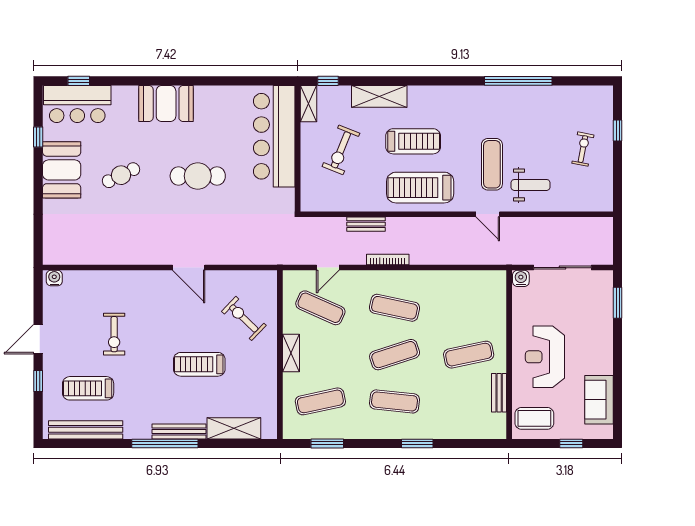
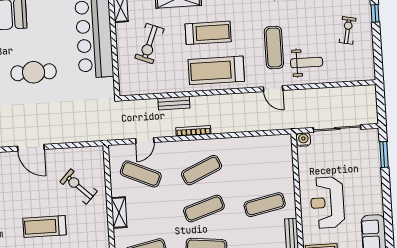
exercise mat: (395, 308) -> (201, 170), turned -36

